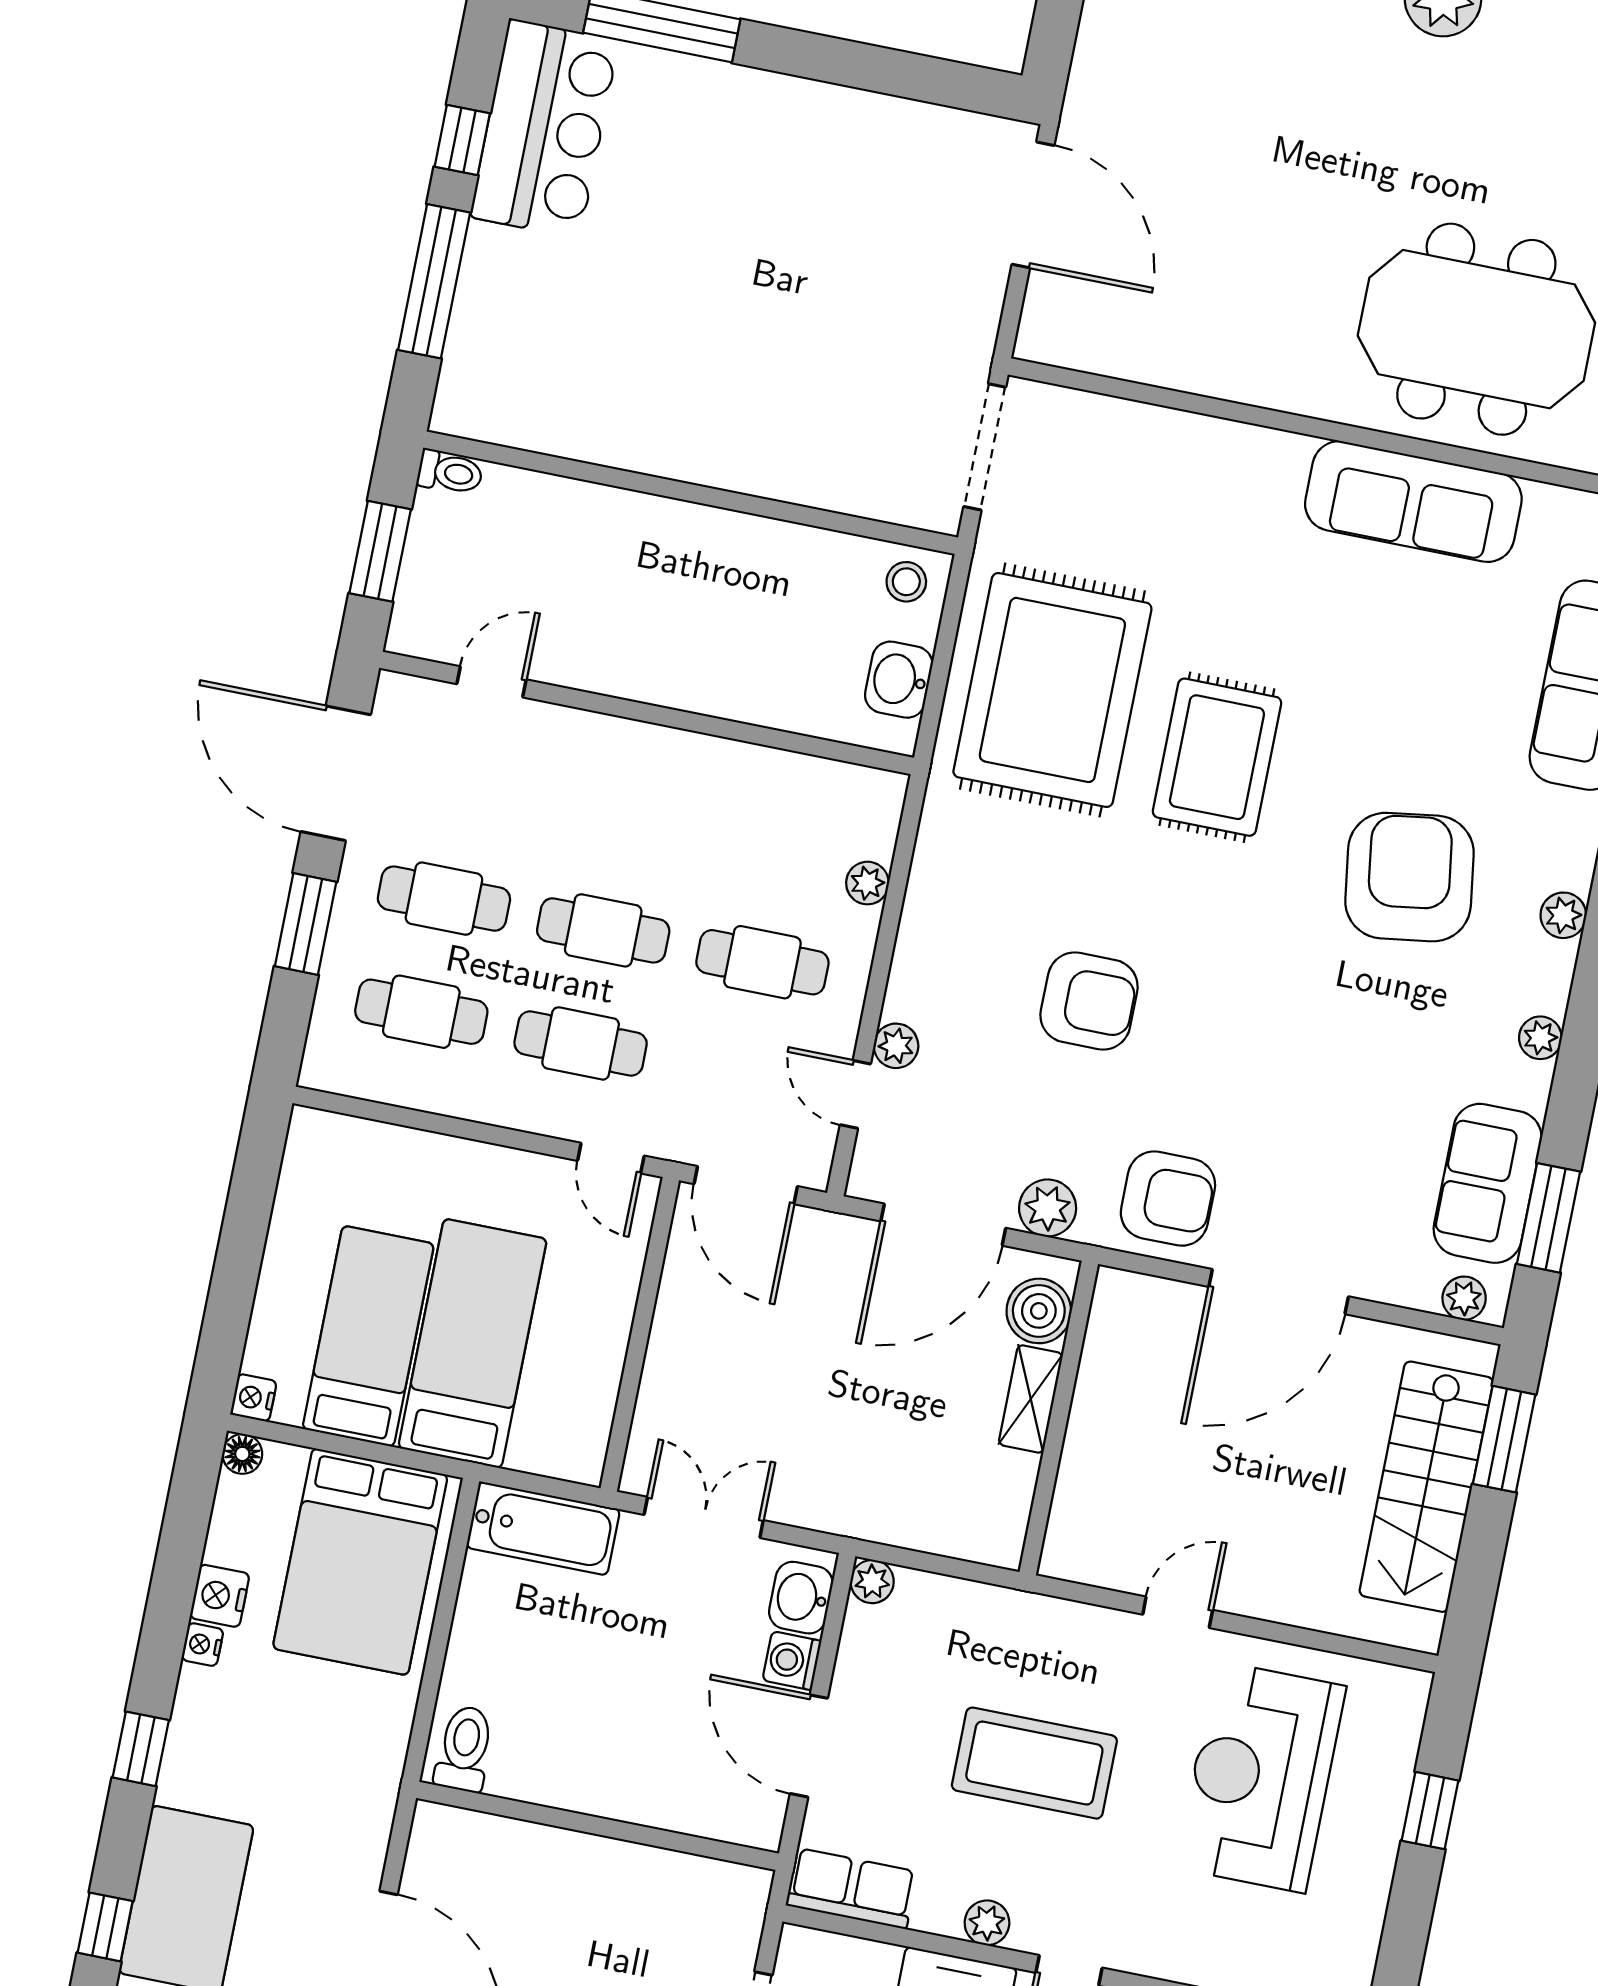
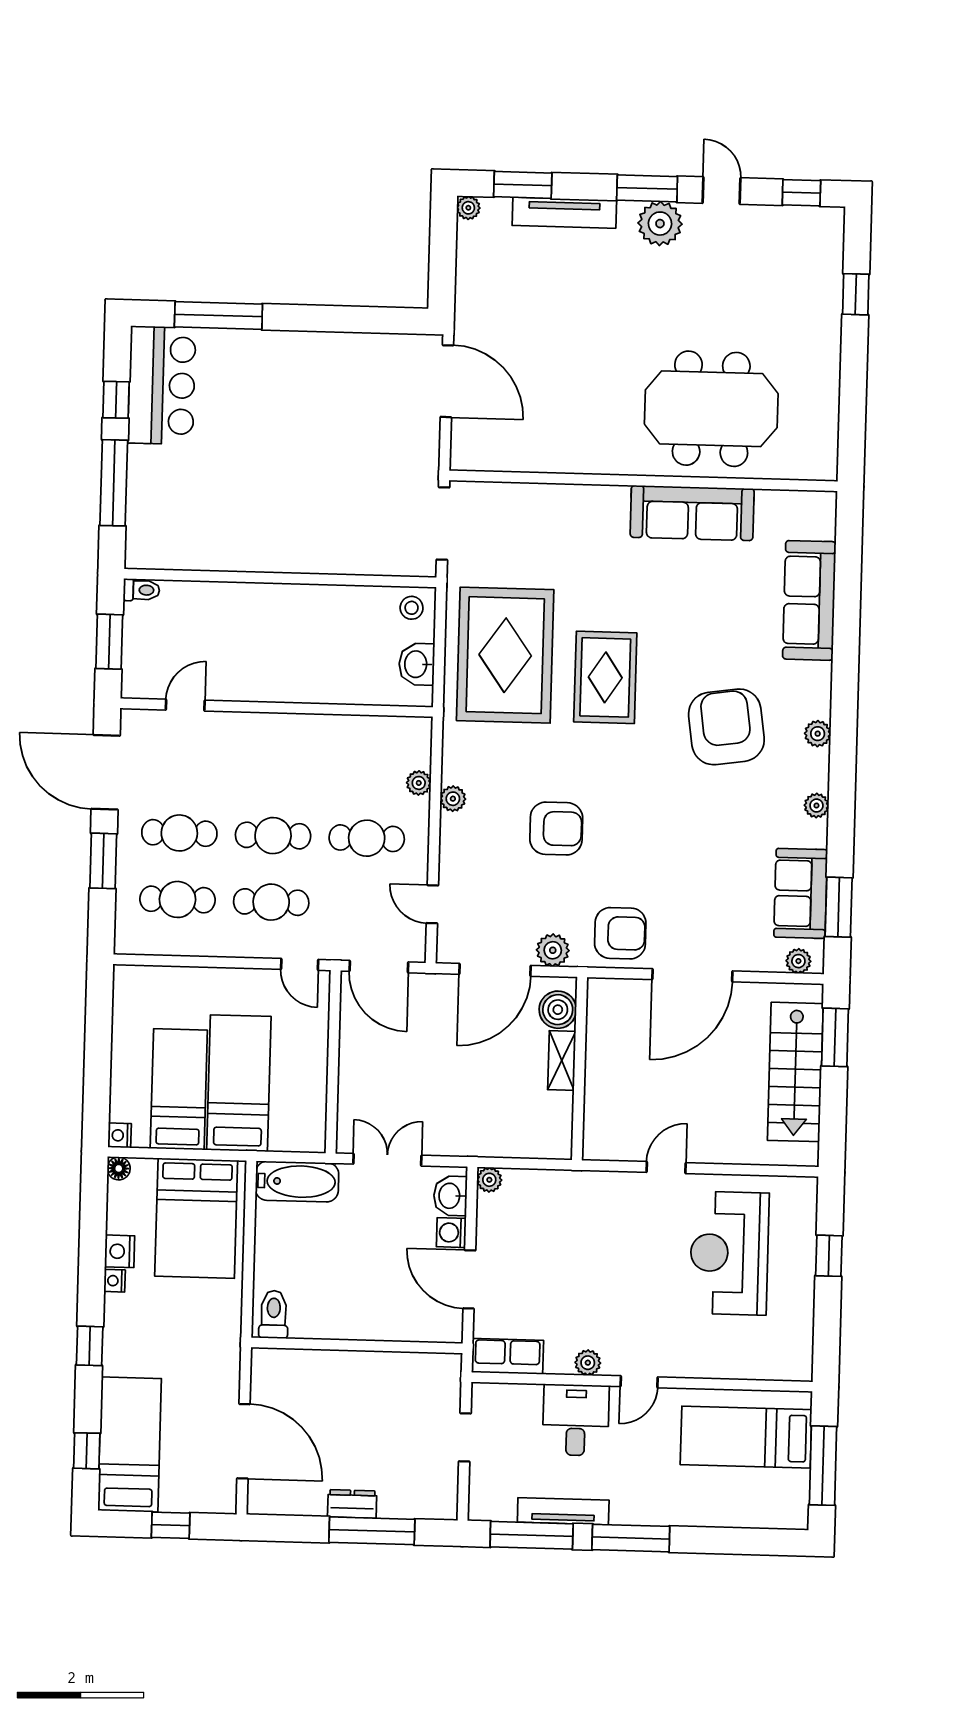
plant: (896, 1046) -> (453, 799), moved
coffee table: (1034, 1763) -> (599, 1267), removed

